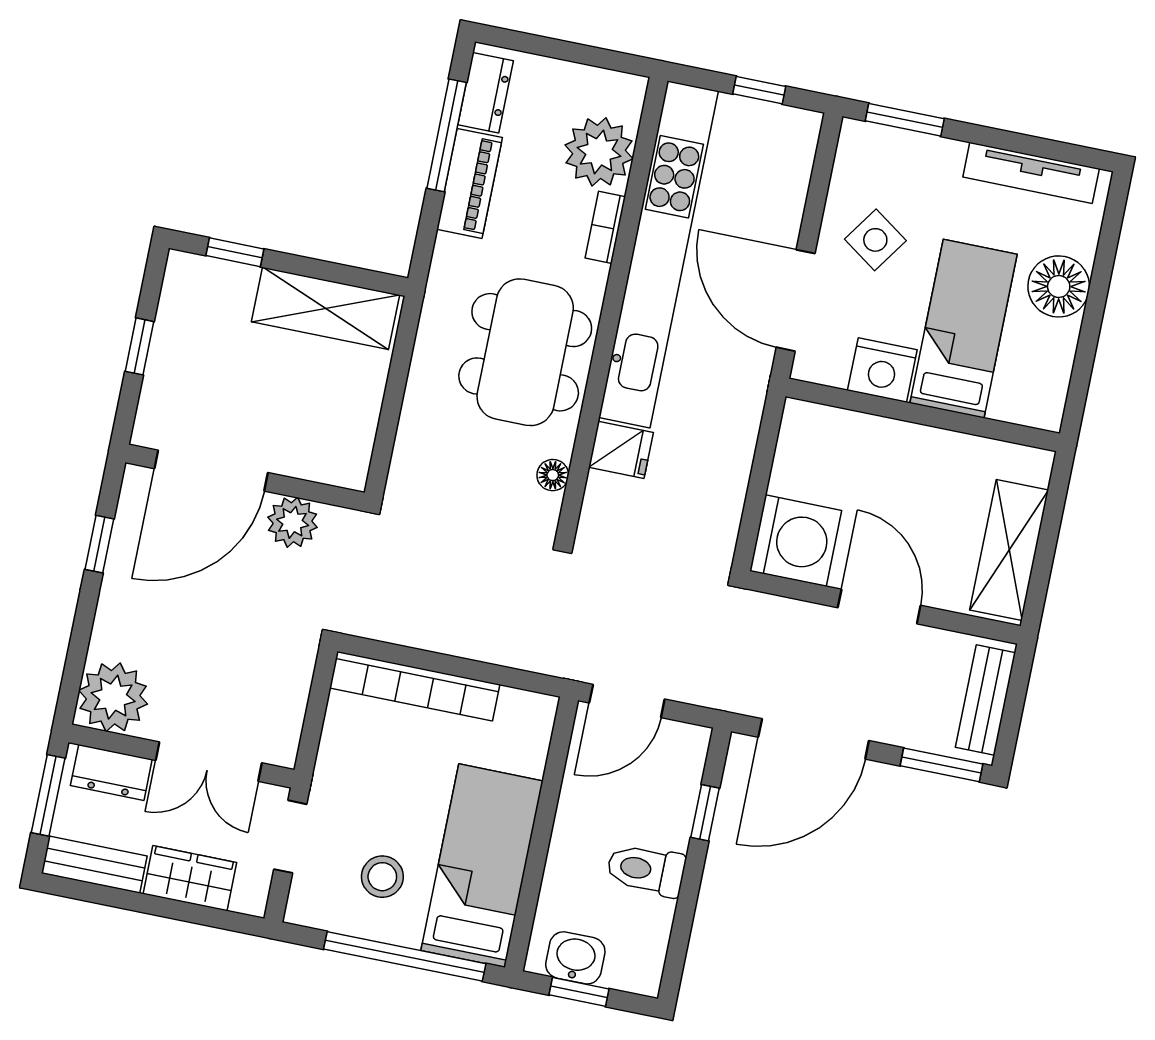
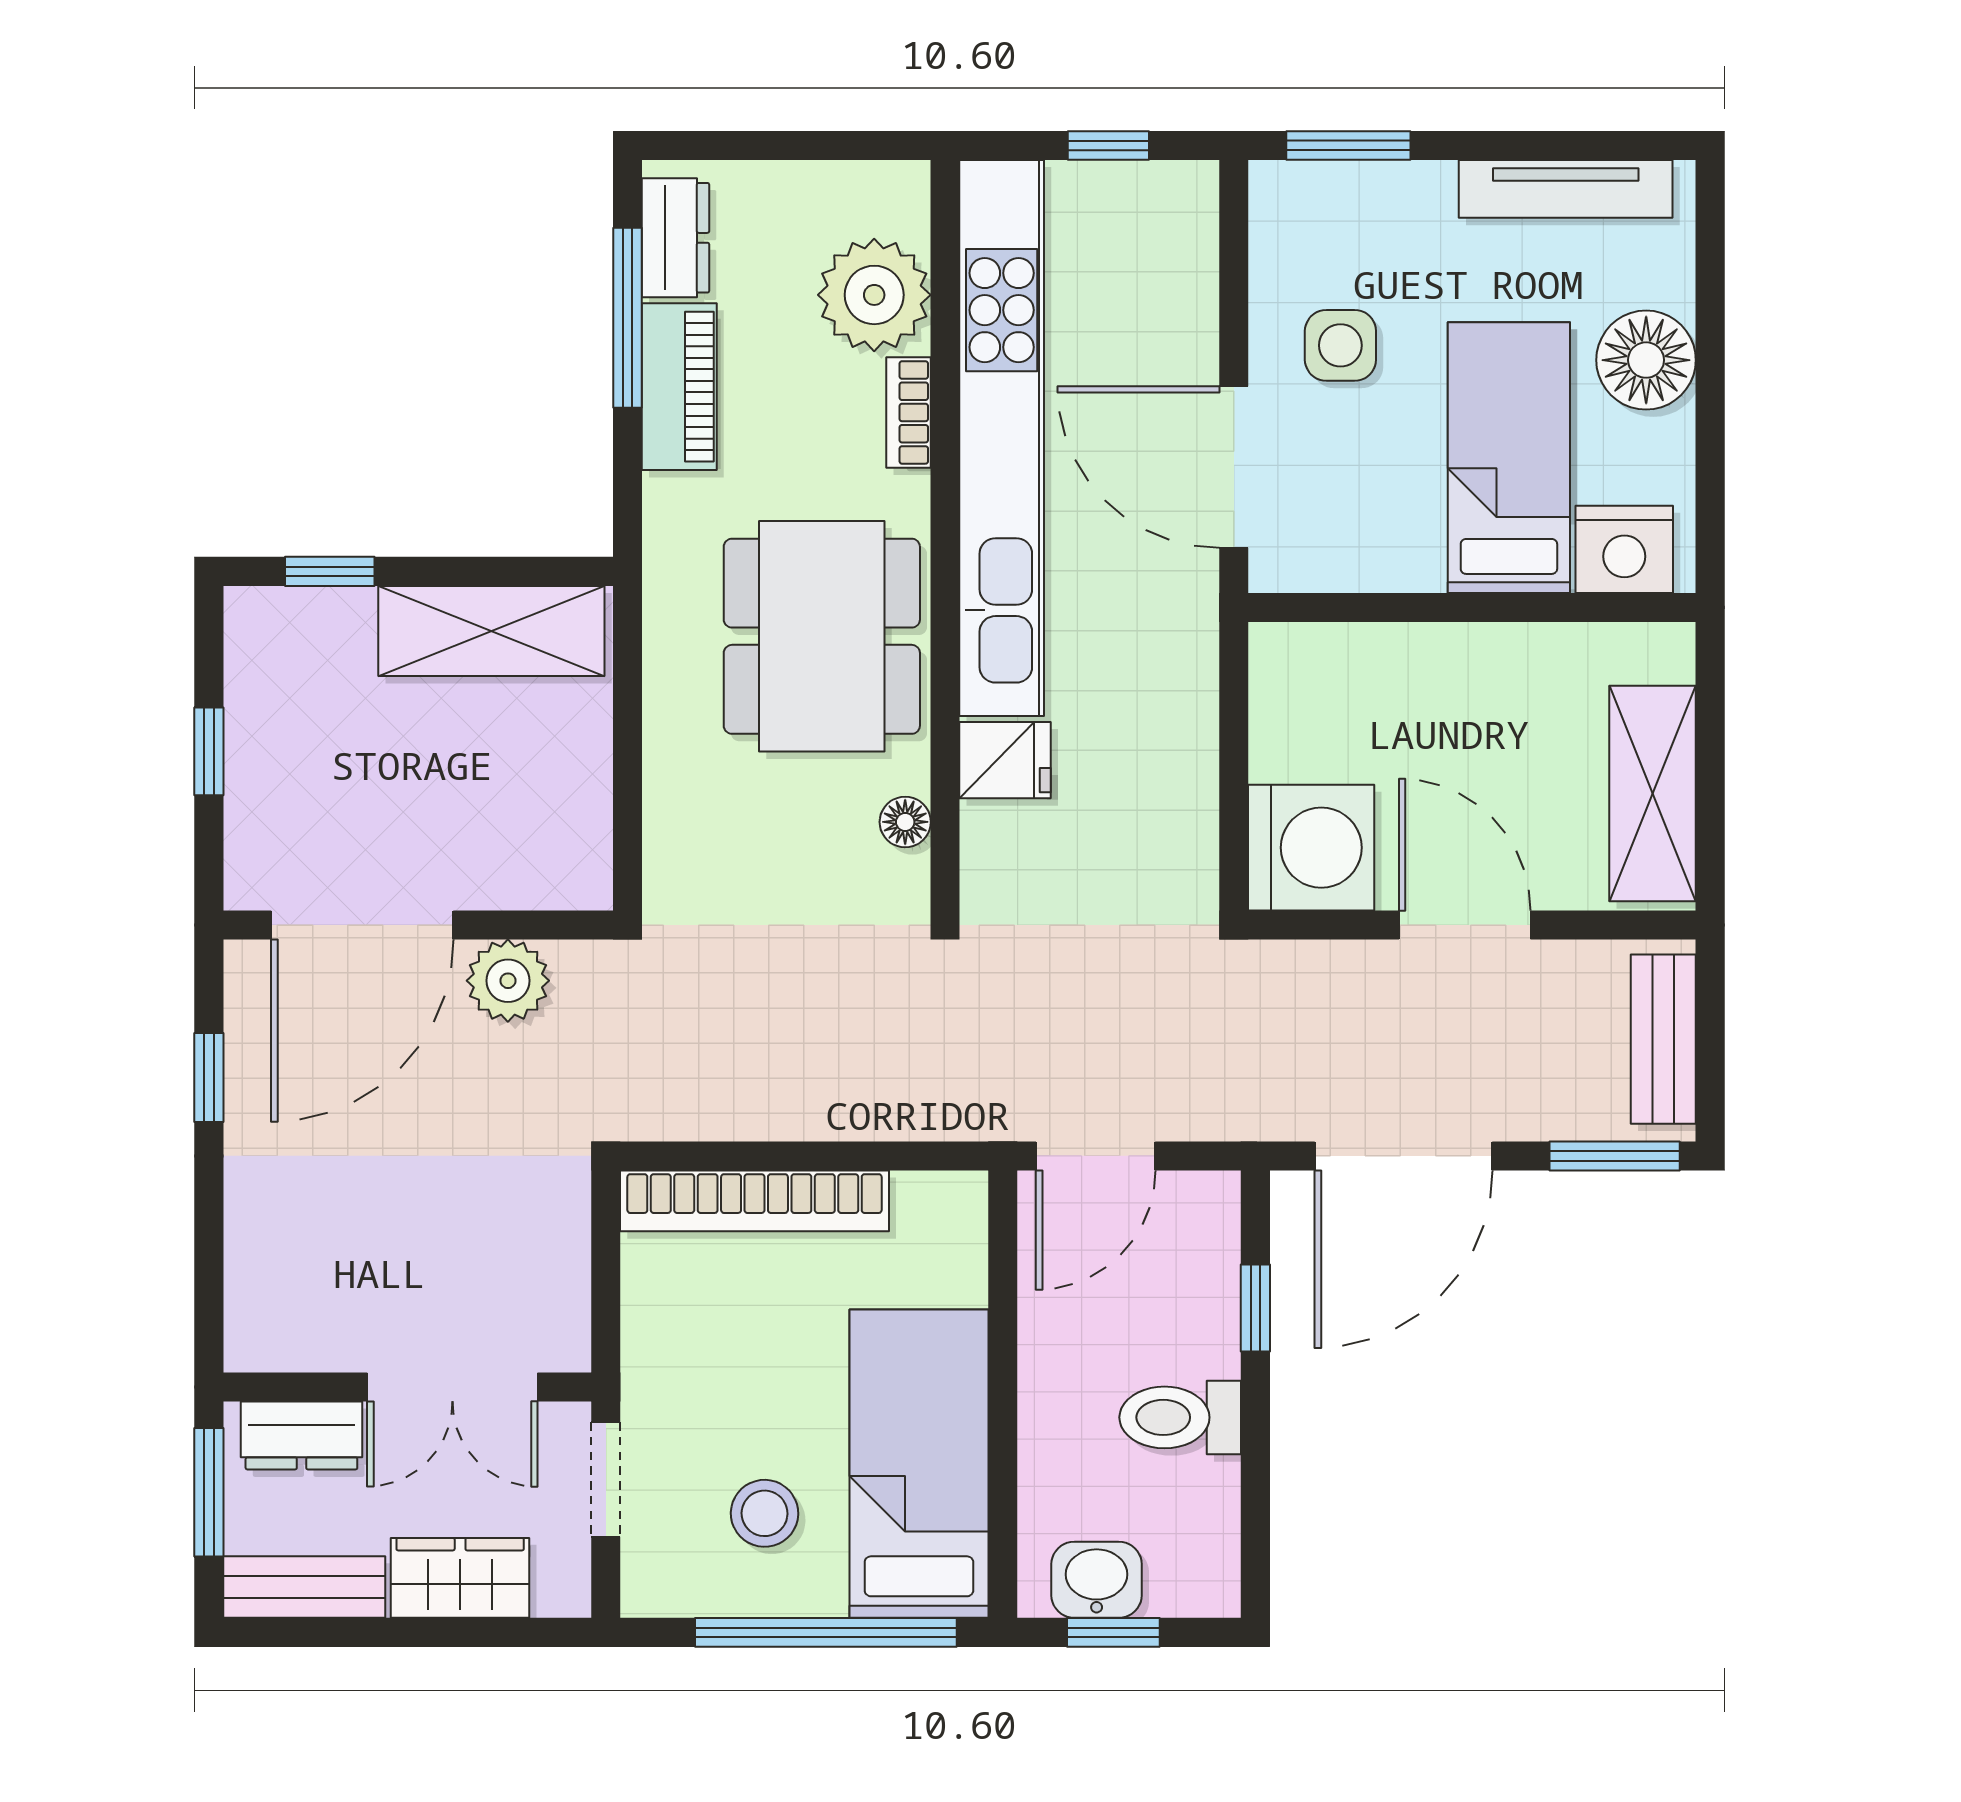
side table: (875, 240) -> (1340, 345), turned -35
nightstand: (882, 370) -> (1624, 549), moved
plant: (113, 697) -> (280, 1316), removed

